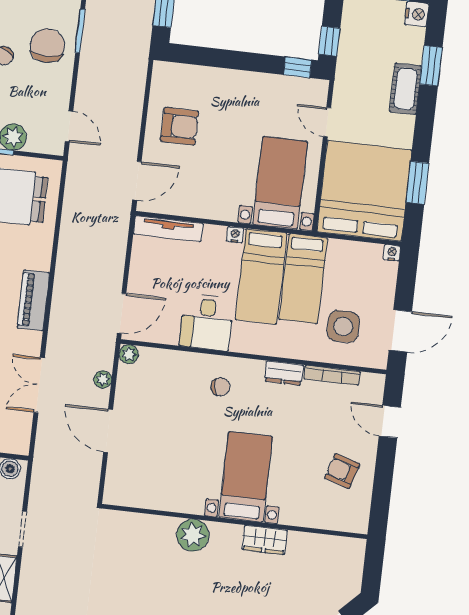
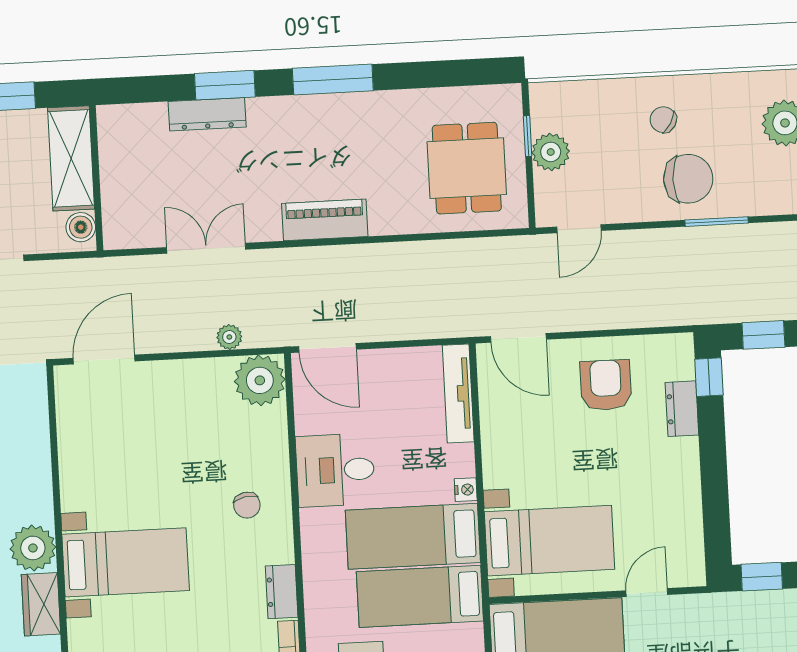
window: (298, 67) -> (709, 377), moved
dresser: (205, 77) -> (682, 409), added
armchair: (180, 126) -> (606, 385), turned 180
plant: (129, 354) -> (260, 380), width x1.88, depth x1.88
door: (108, 431) -> (104, 360), moved
plant: (193, 535) -> (33, 548), moved

